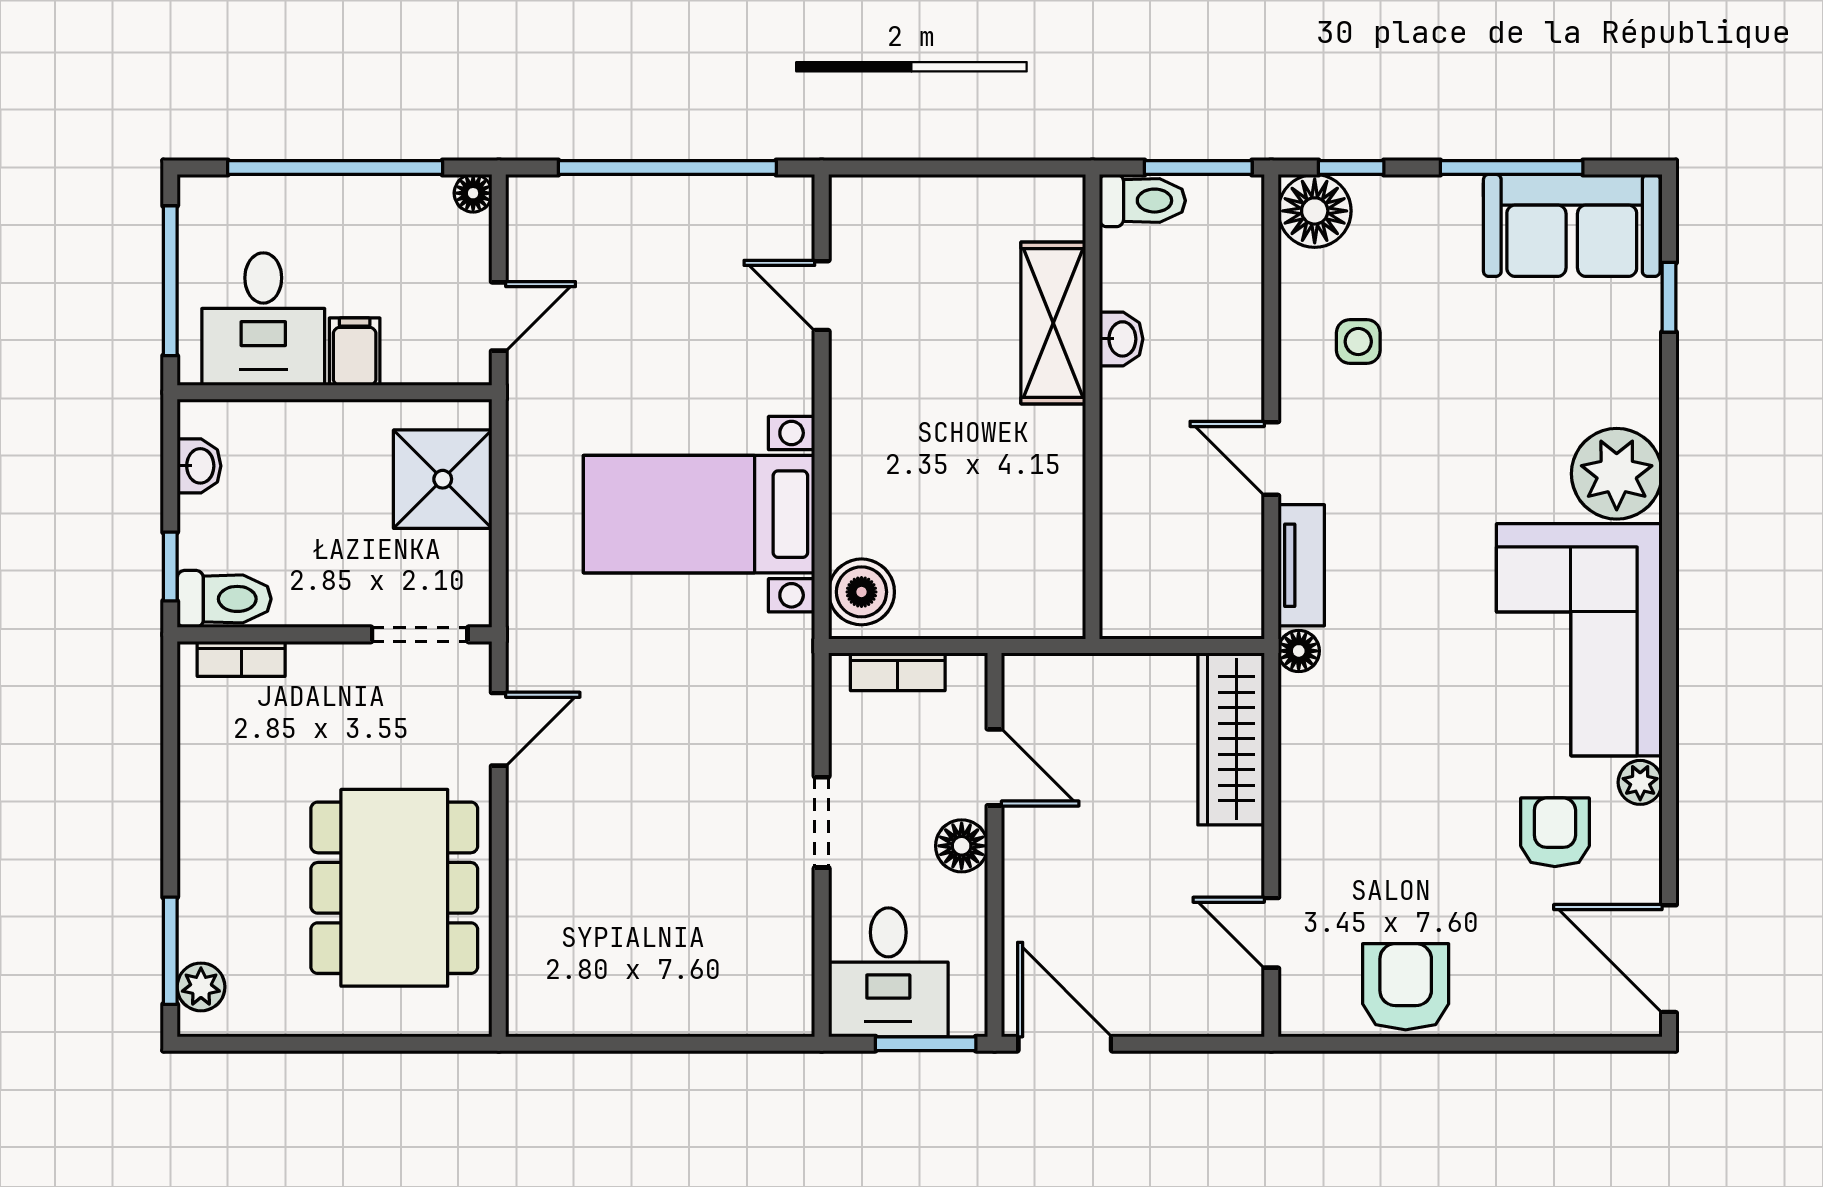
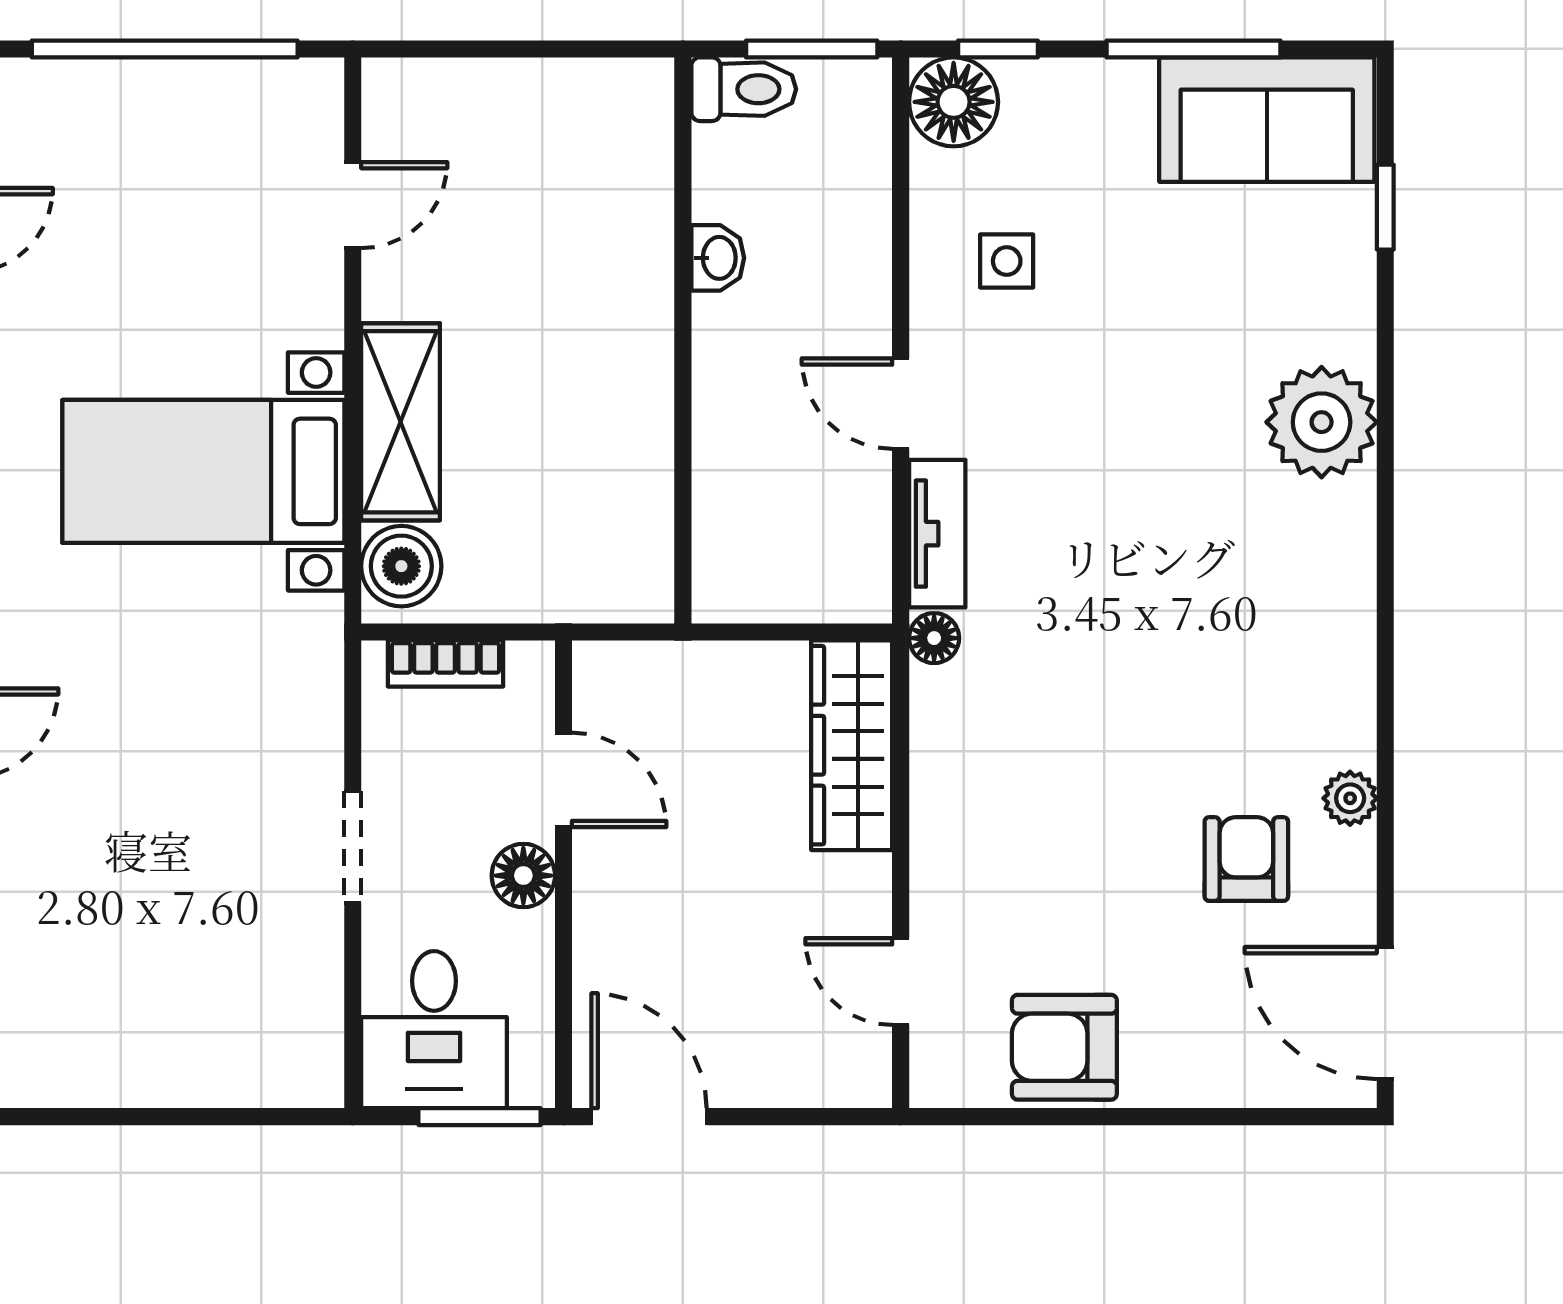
door: (822, 296) -> (353, 205), swing flipped
shelving: (1053, 323) -> (401, 422), moved
corner sofa: (1579, 640) -> (1276, 624), removed
armchair: (1406, 987) -> (1064, 1047), turned -90

